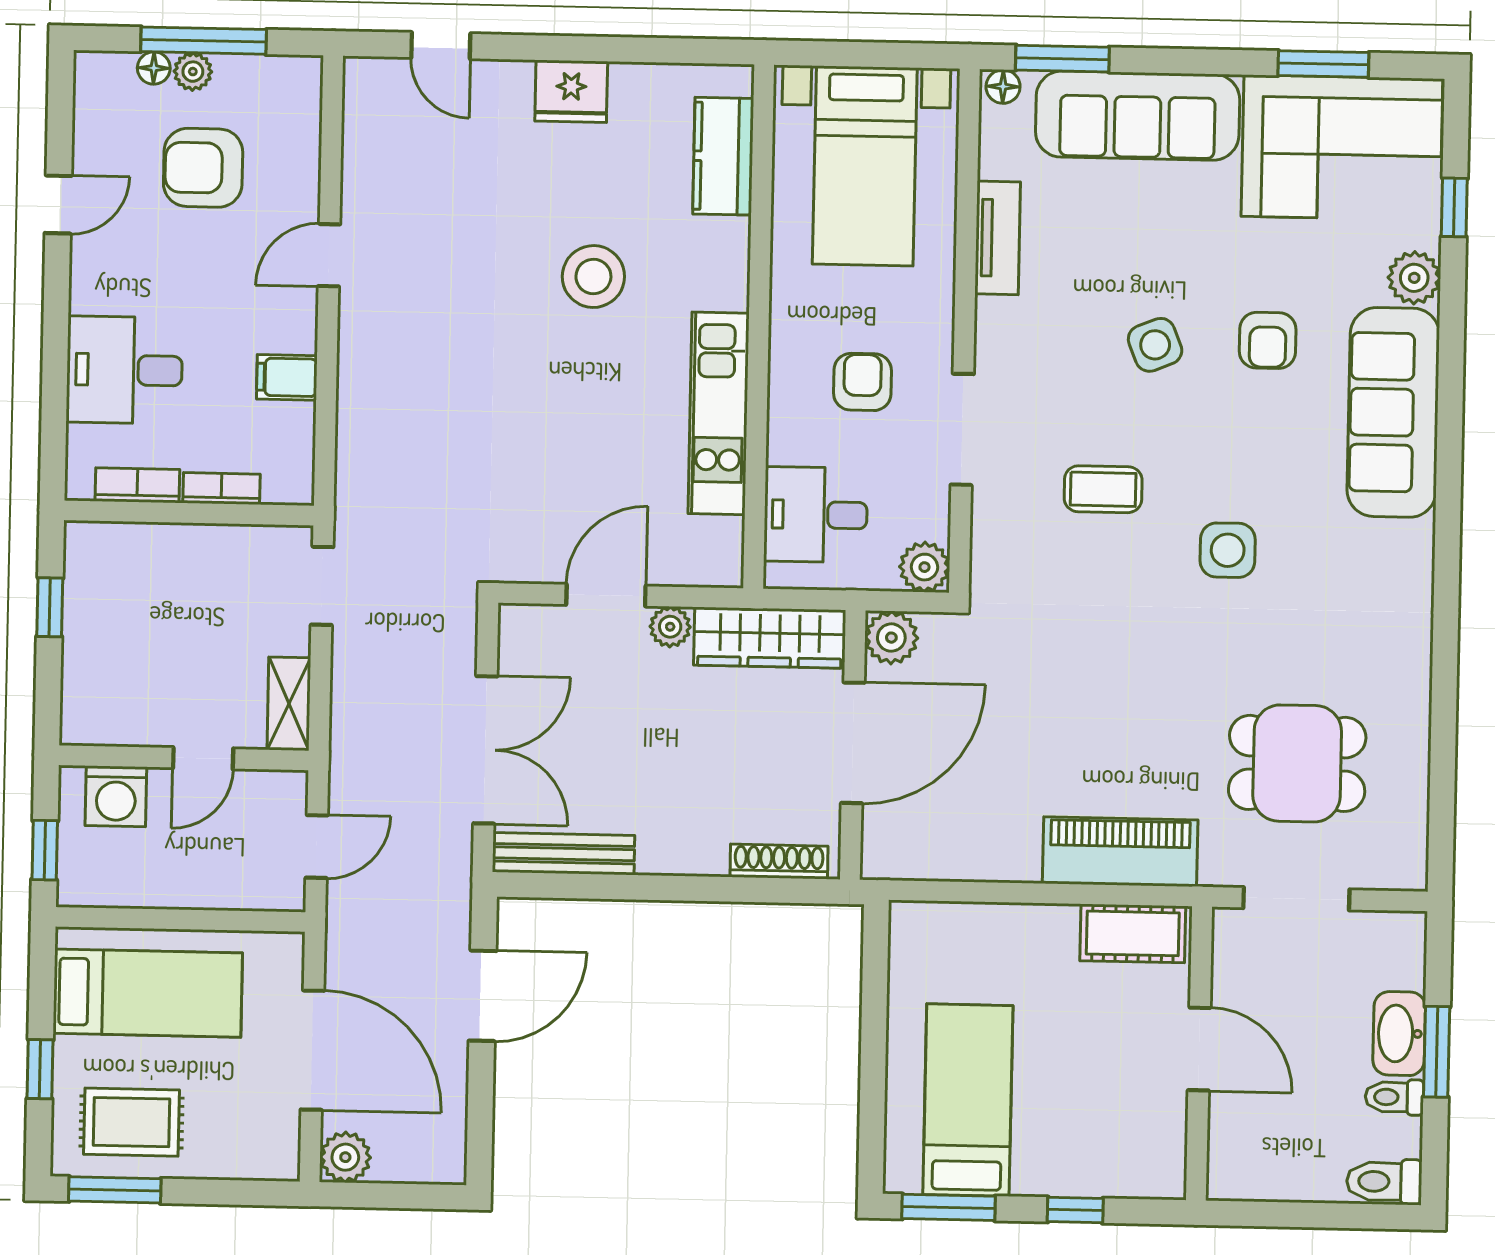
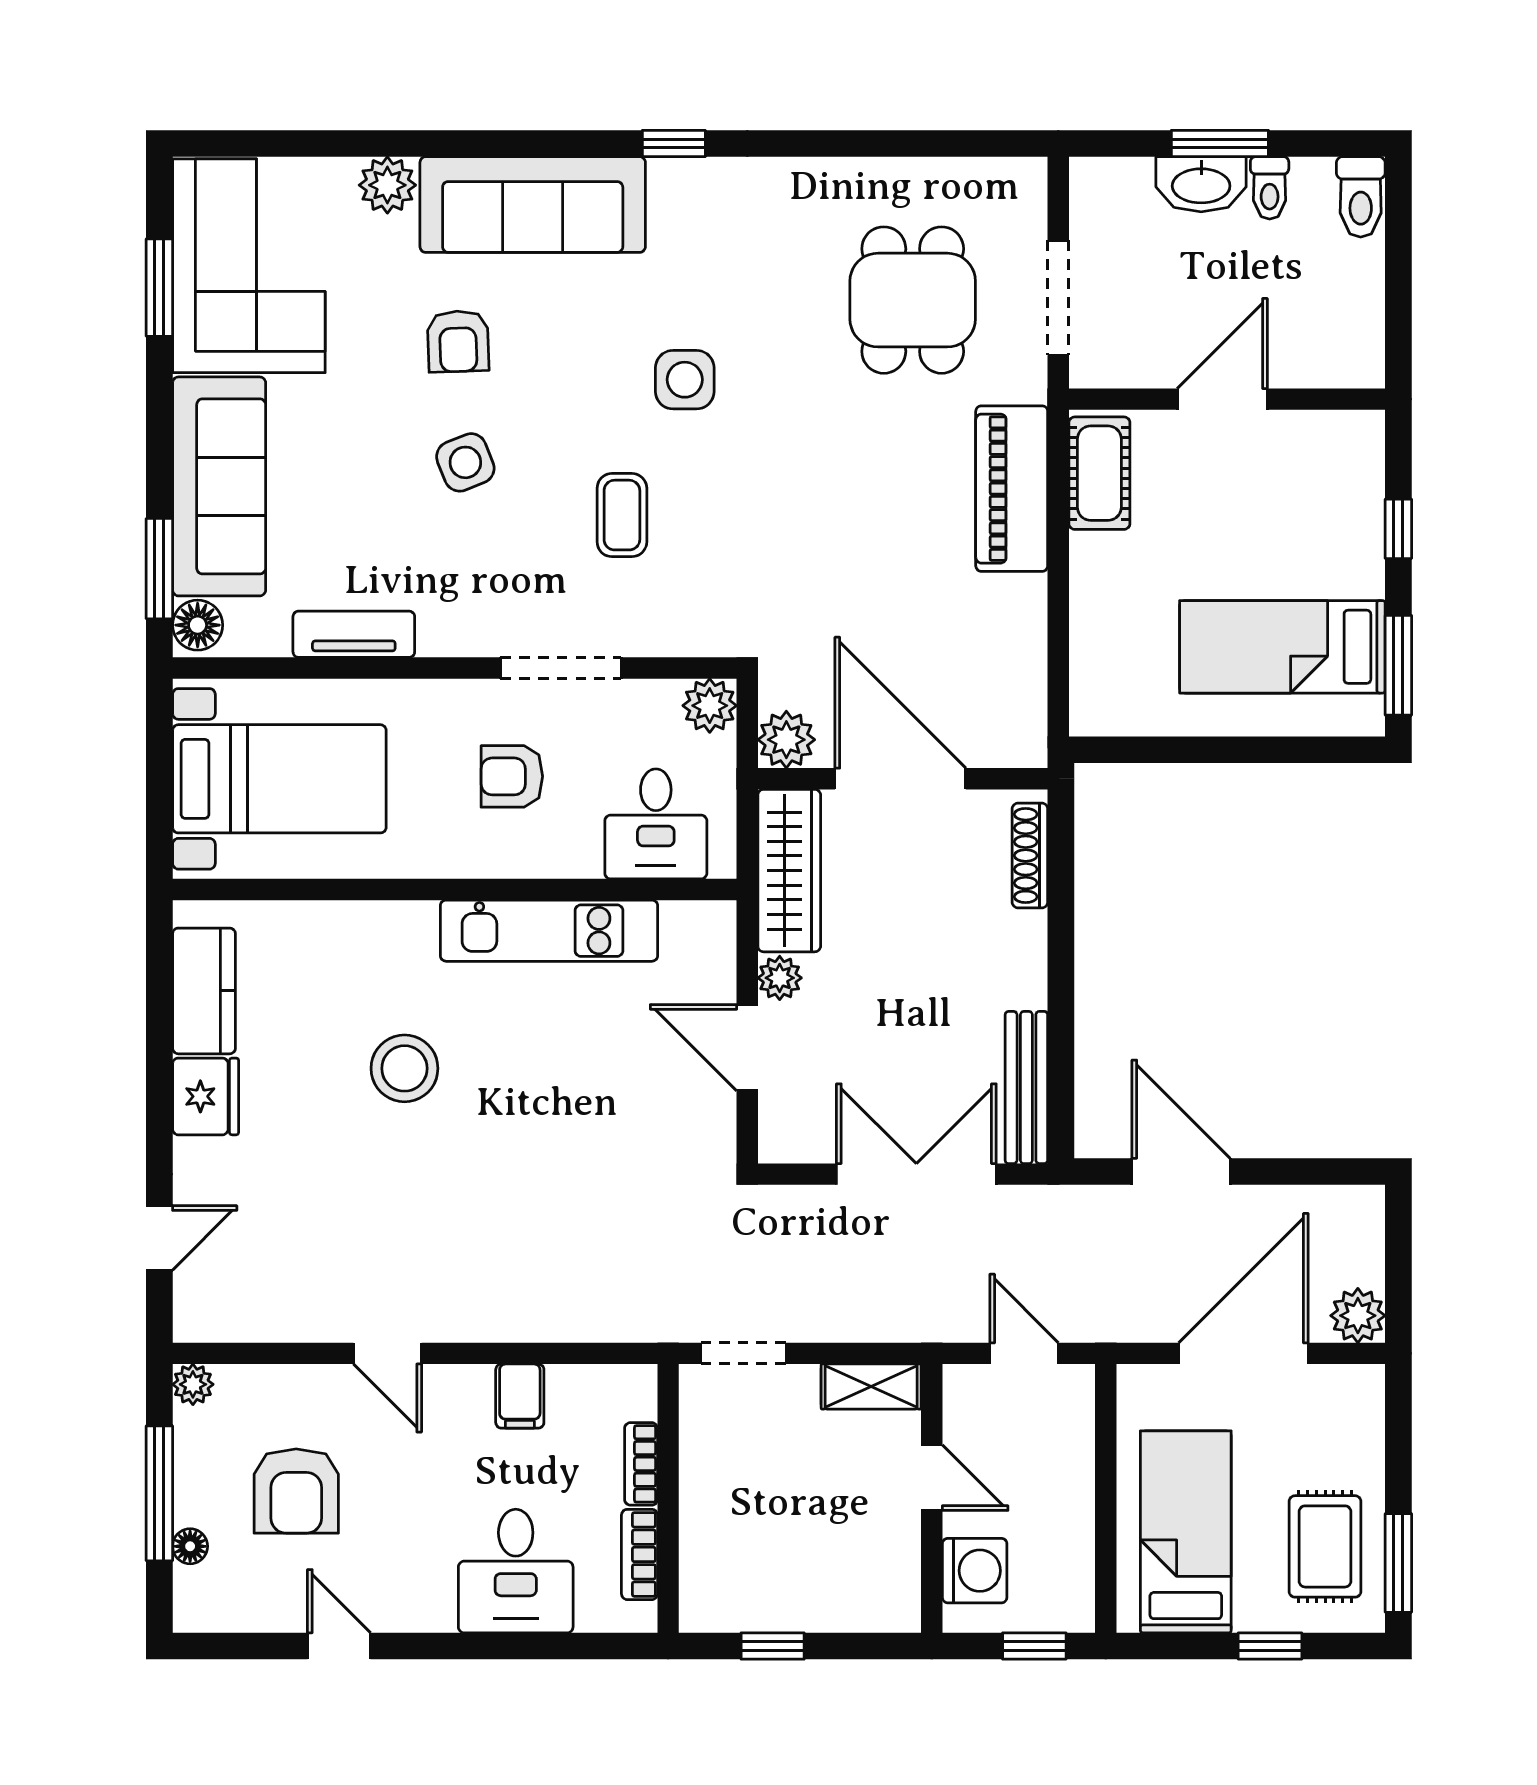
plant: (193, 72) -> (193, 1384), moved
floor lamp: (1003, 87) -> (198, 625), width x1.37, depth x1.37
kitchen counter: (723, 156) -> (204, 991), moved, turned -90
window: (1454, 207) -> (674, 143), moved
armchair: (1268, 340) -> (458, 341), turned 88

